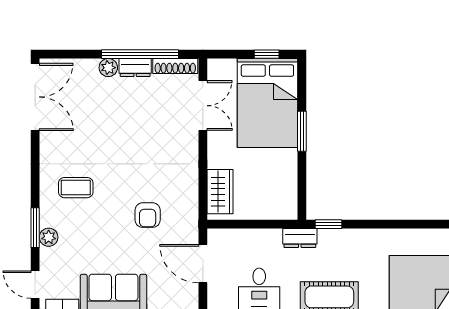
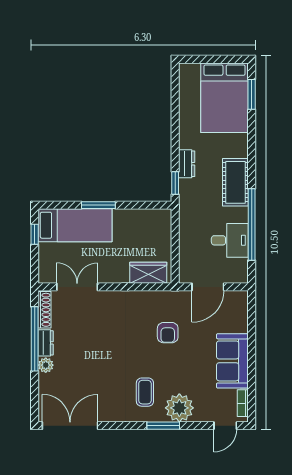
bed: (267, 103) -> (75, 225), width x0.67
armchair: (148, 215) -> (168, 333), turned 90
window: (35, 228) -> (163, 426), moved
plant: (49, 237) -> (179, 408), width x1.88, depth x1.88
dresser: (300, 238) -> (187, 164), moved

